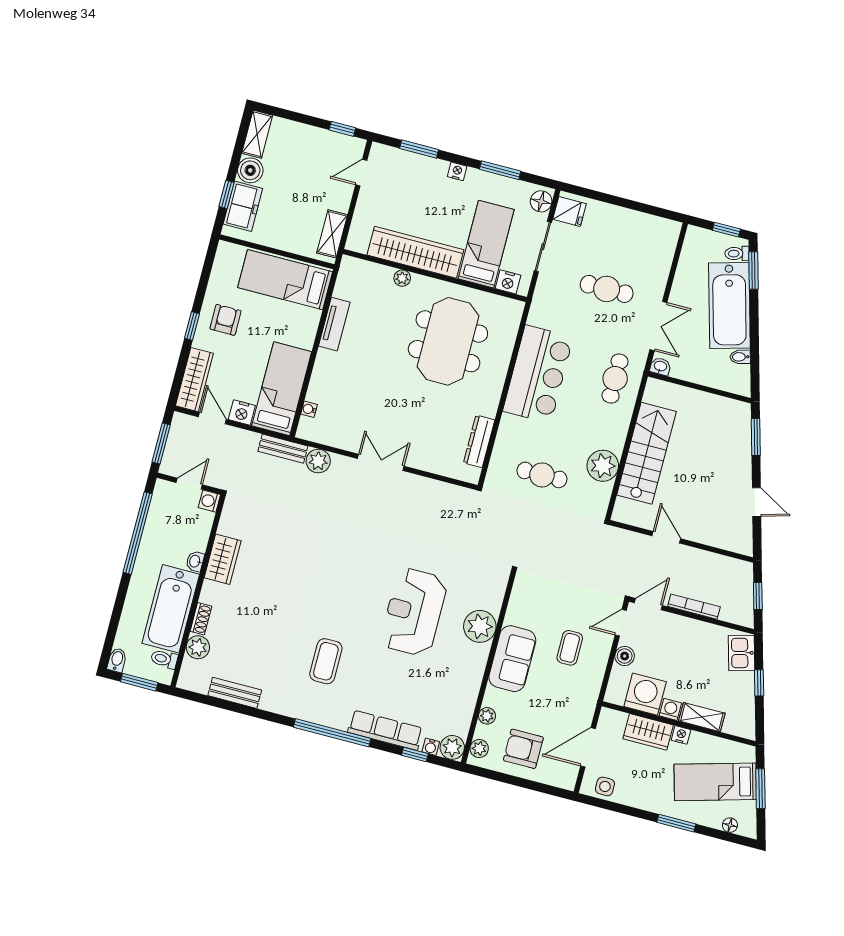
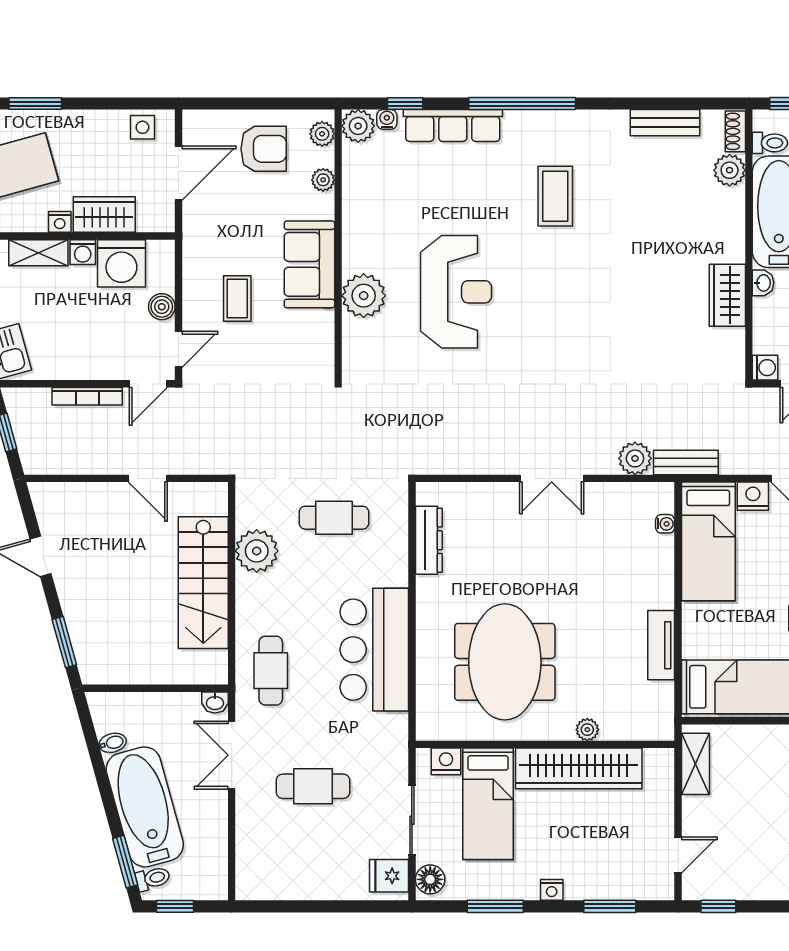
shoe rack: (201, 619) -> (735, 131), moved

